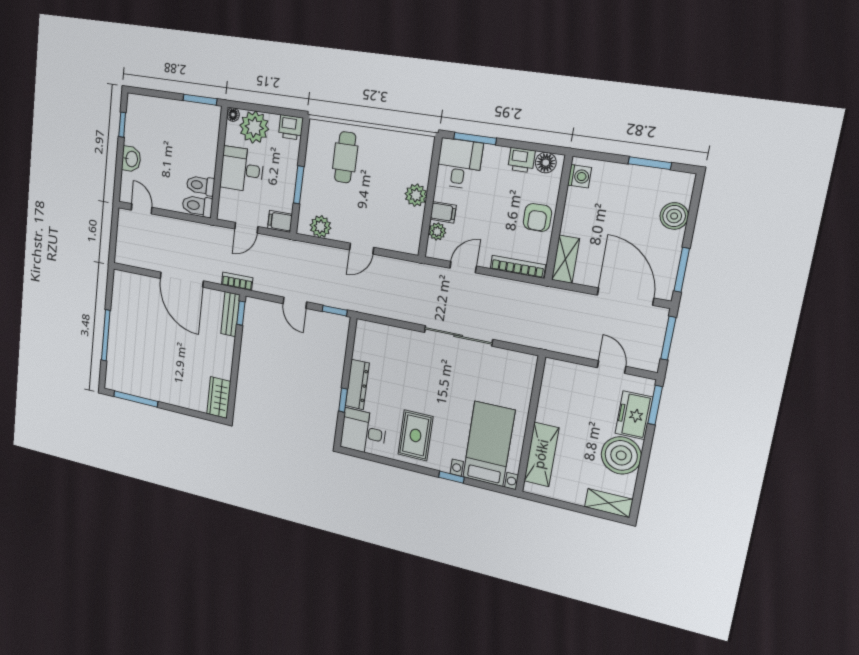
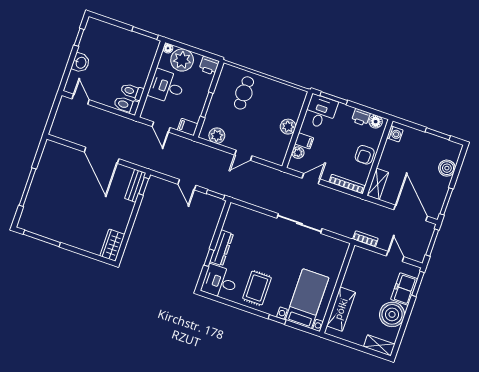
door: (246, 228) -> (161, 127), hinge flipped
bookcase: (237, 281) -> (365, 239), moved

